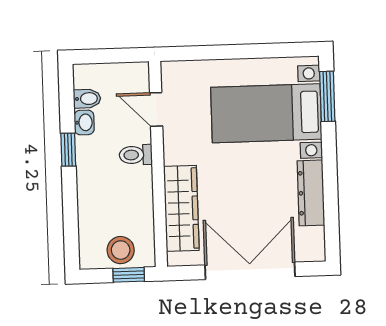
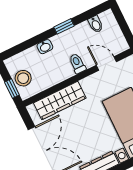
door: (156, 109) -> (106, 64), hinge flipped
washbasin: (84, 122) -> (45, 47), moved

